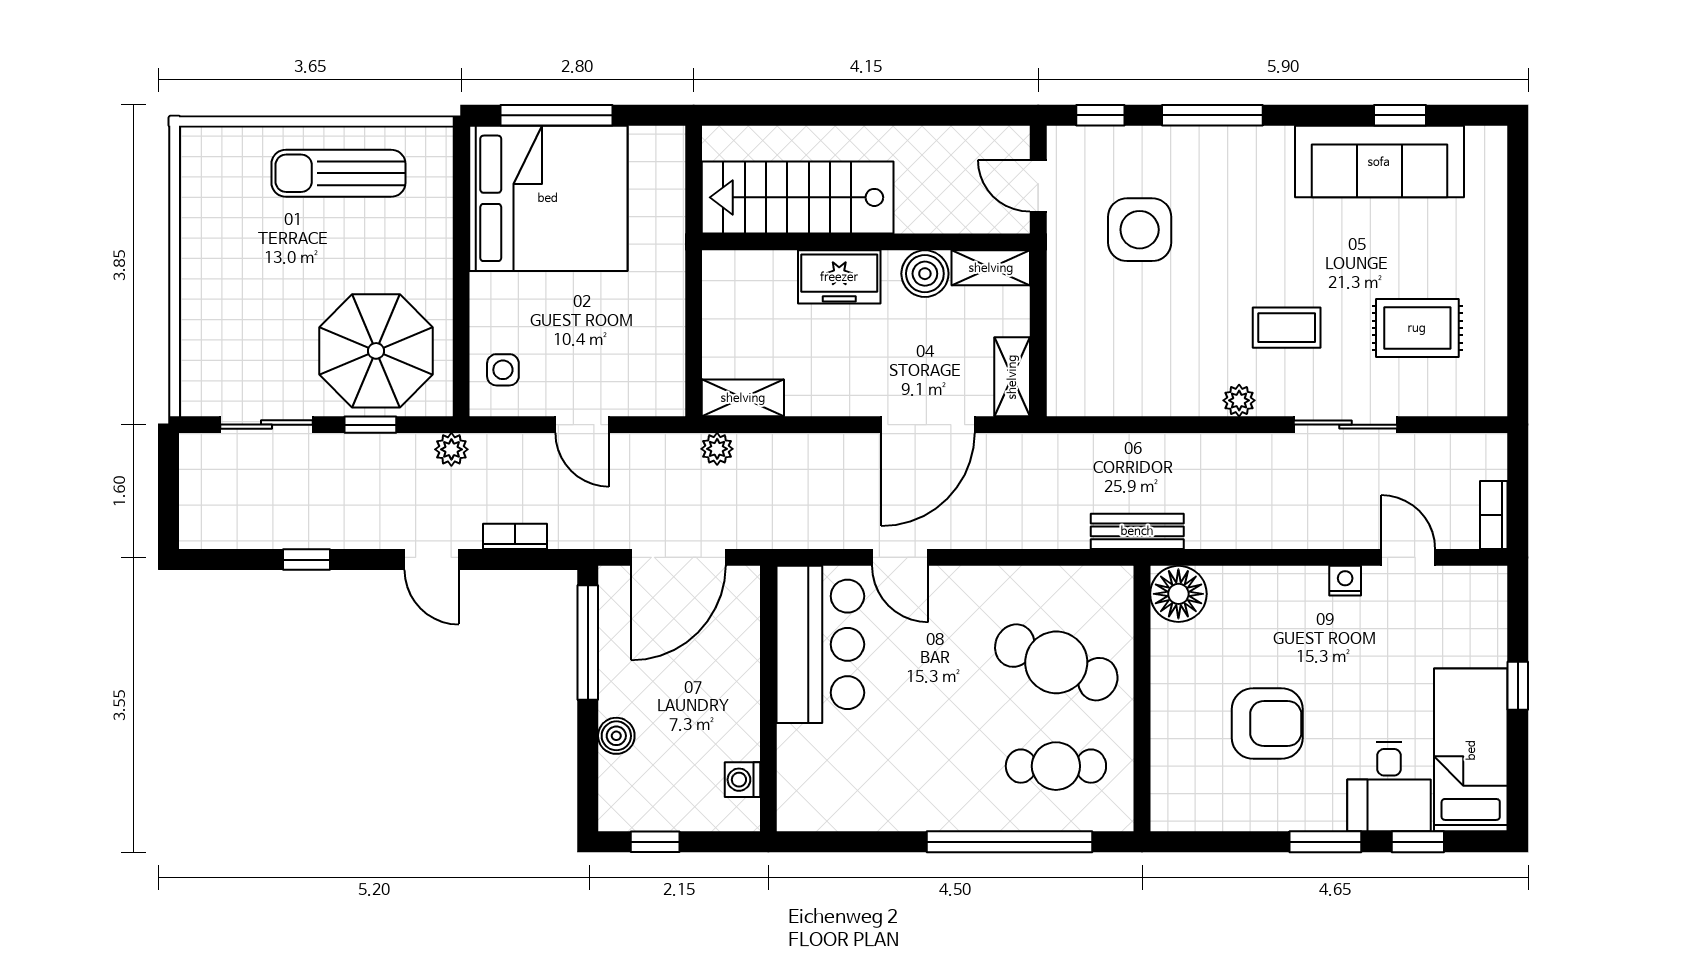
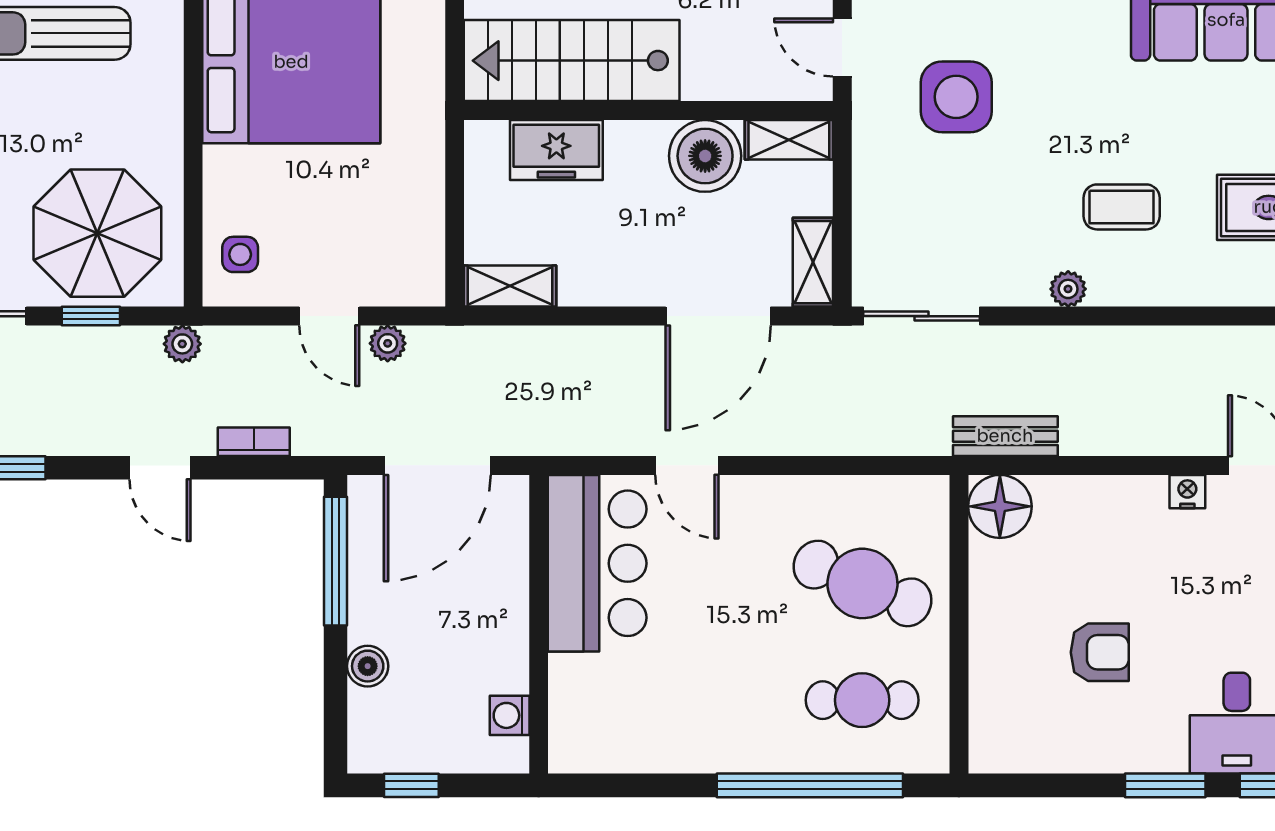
boiler: (925, 274) -> (705, 156), width x1.37, depth x1.37
freezer: (839, 277) -> (556, 150), moved
sliding door: (1346, 425) -> (922, 316), moved
plant: (717, 449) -> (388, 343), moved
bench: (1137, 531) -> (1005, 436), moved
armchair: (1267, 724) -> (1100, 652), width x0.72, depth x0.72

